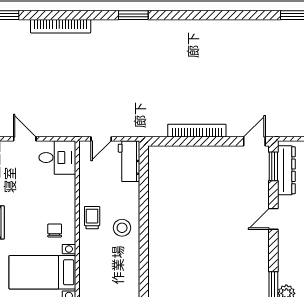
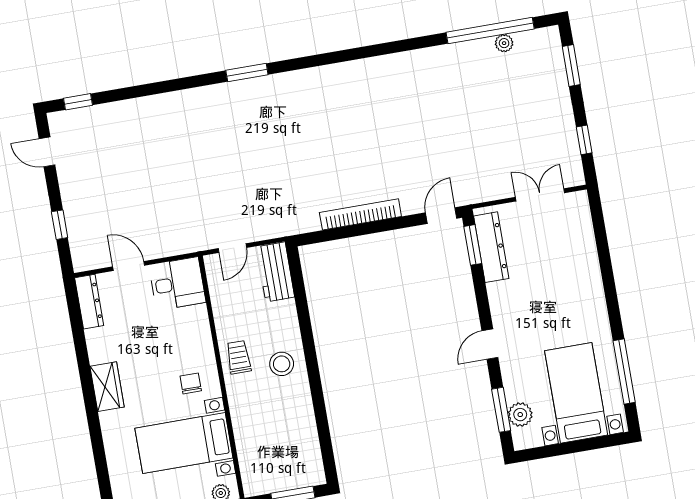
bookcase: (61, 26) -> (151, 105), removed
door: (273, 219) -> (490, 344), moved

